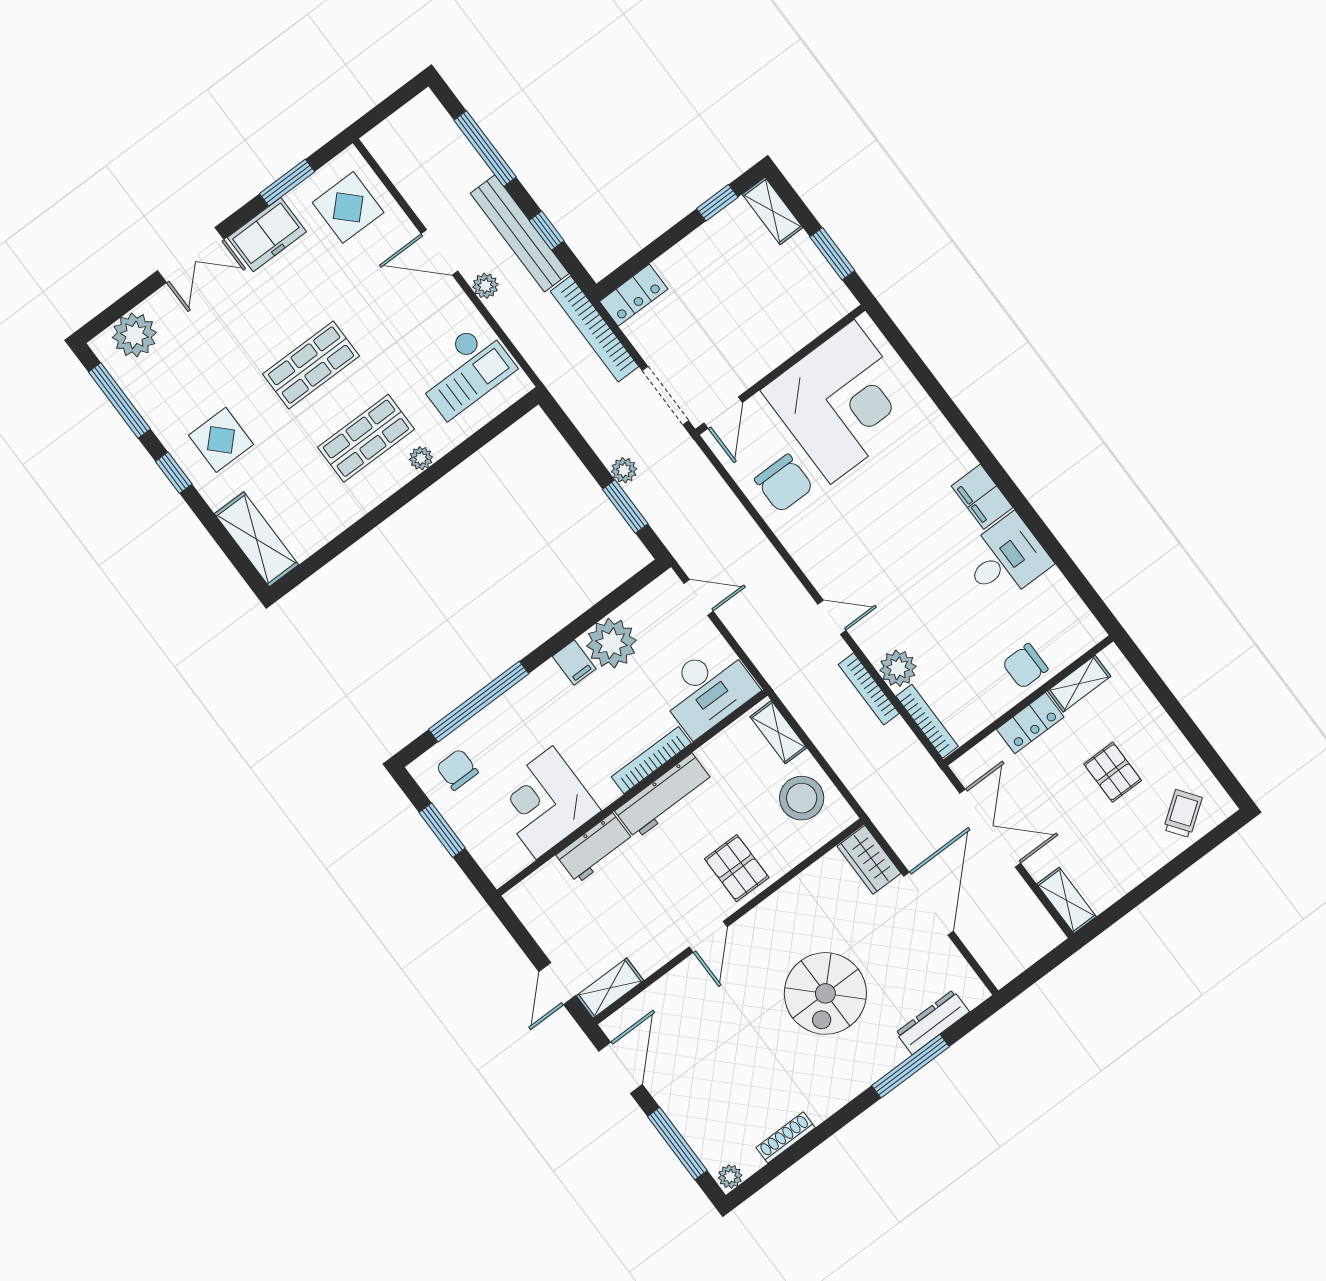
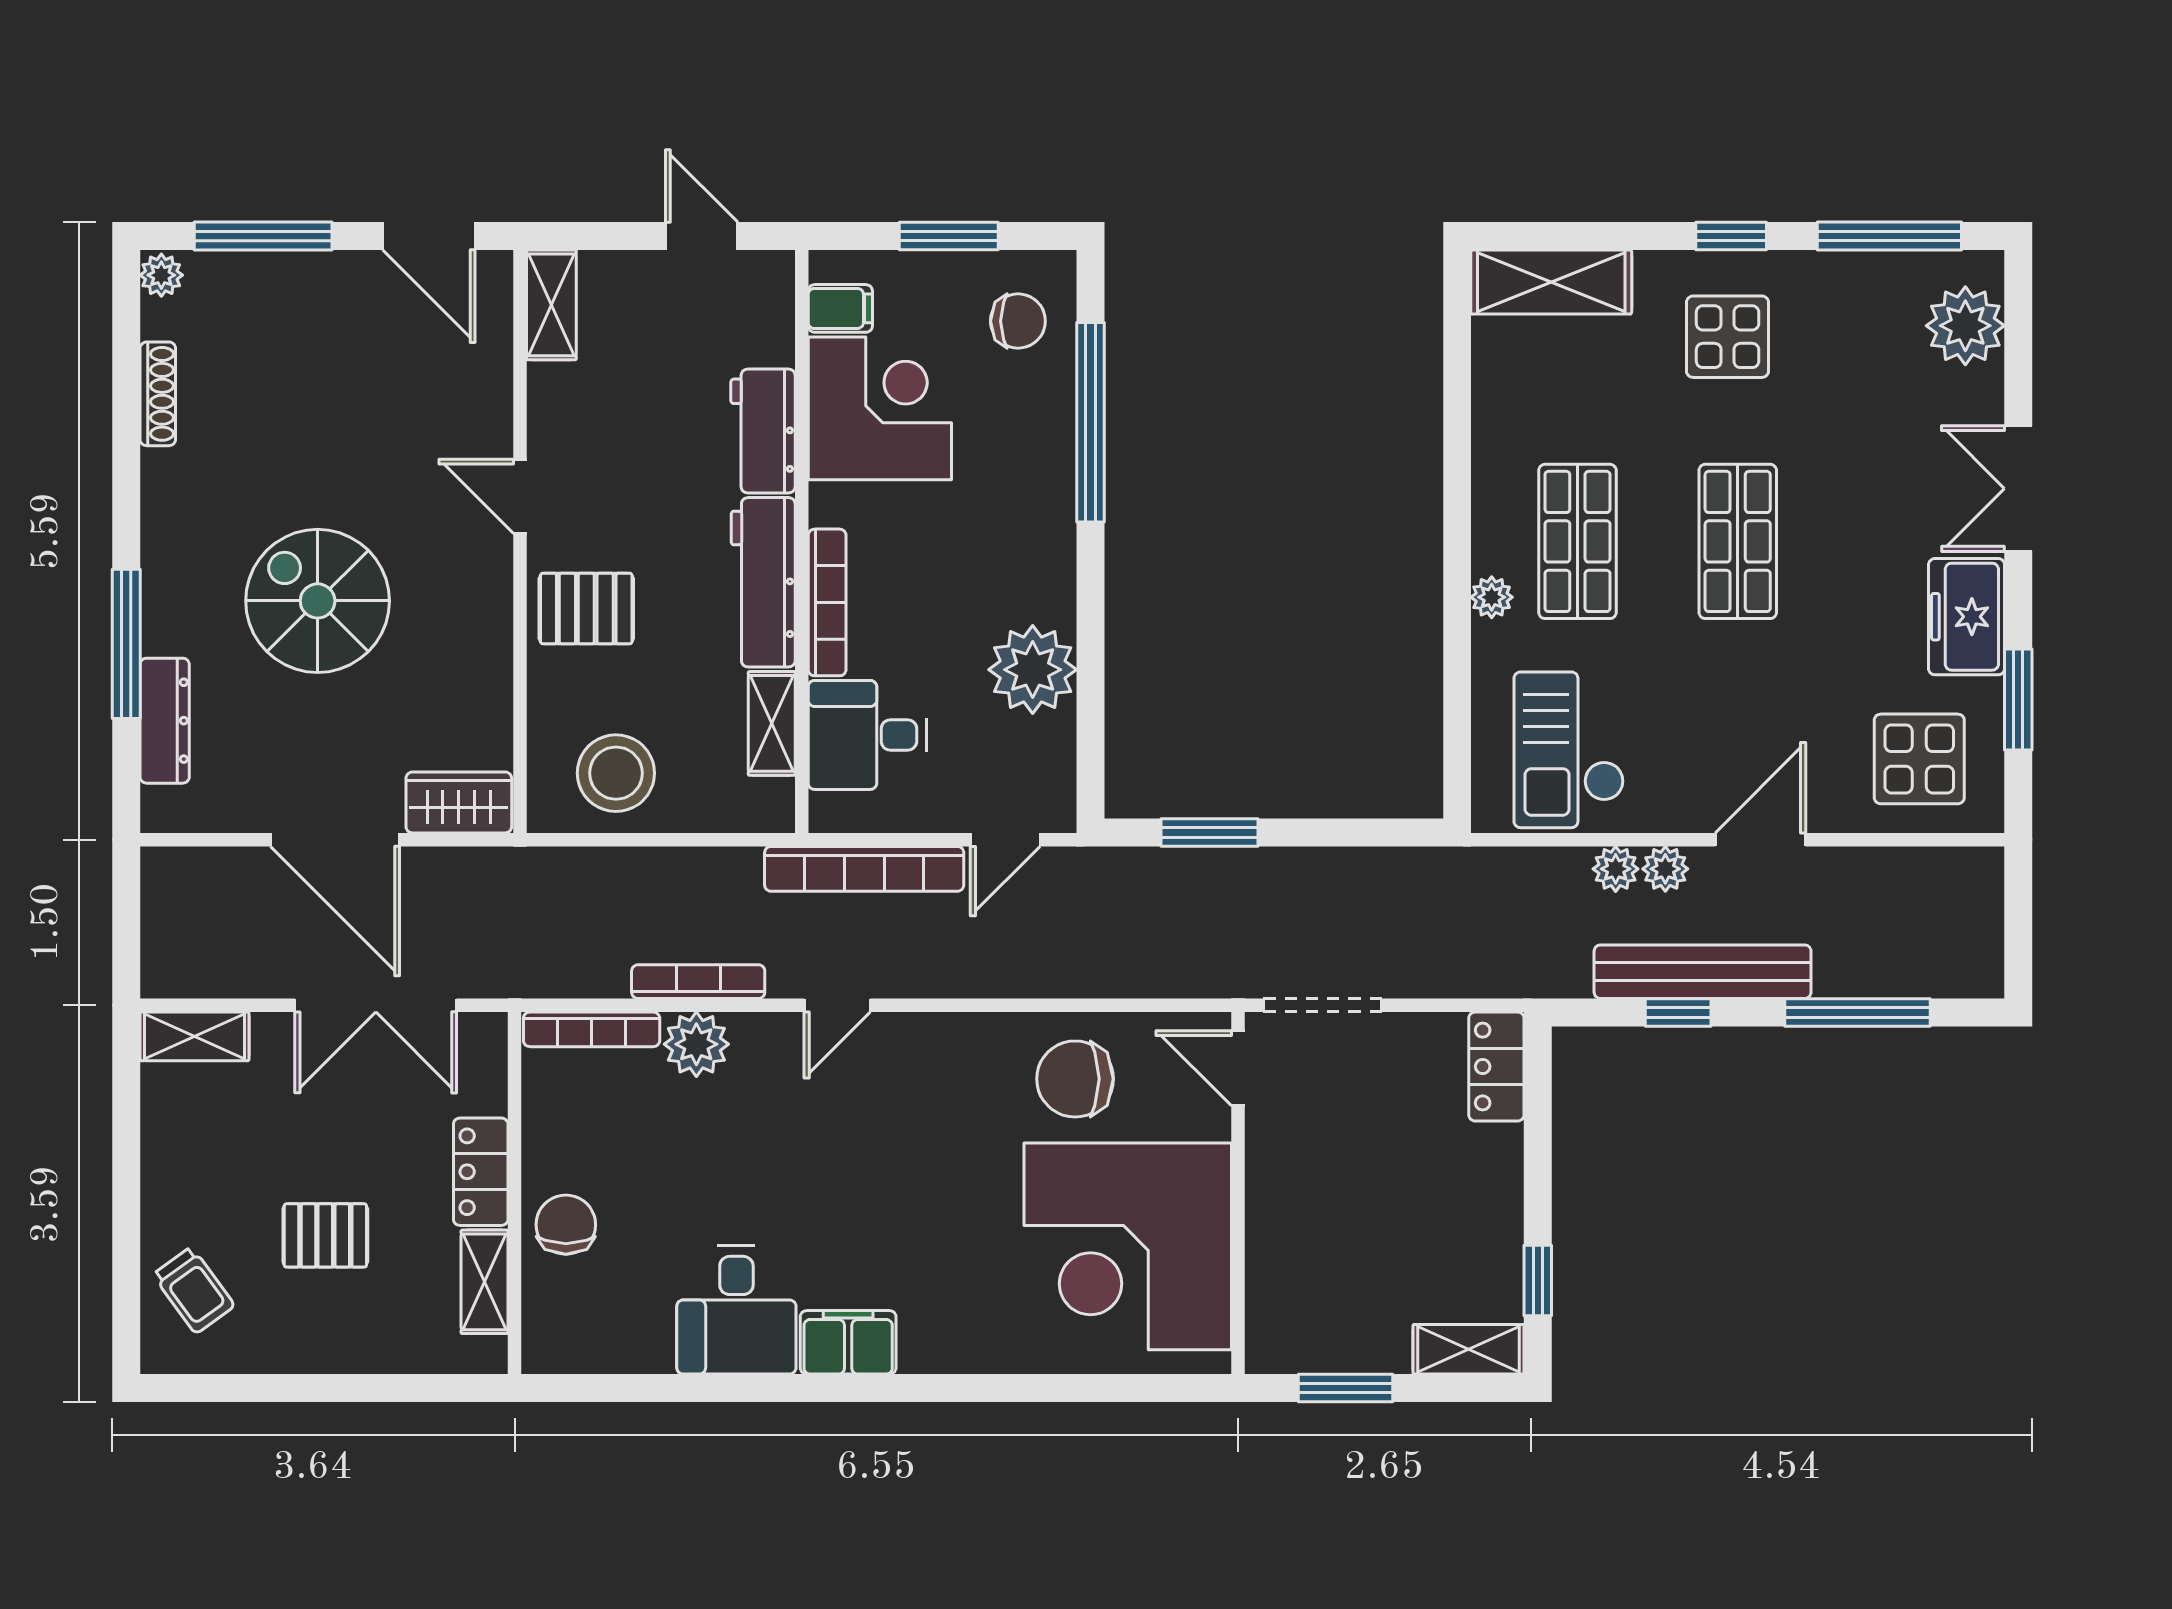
bookcase: (594, 329) -> (864, 869), moved, turned 180
plant: (624, 470) -> (1616, 869), moved
filing cabinet: (574, 663) -> (840, 308), moved, turned 180
desk: (707, 689) -> (867, 735), width x0.73
shelving: (778, 732) -> (772, 723), moved, turned 90
door: (557, 984) -> (702, 236), moved

